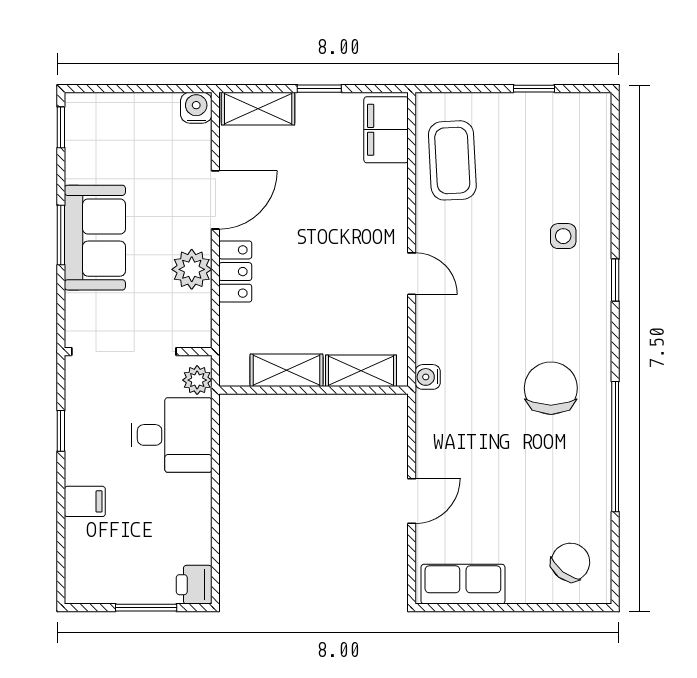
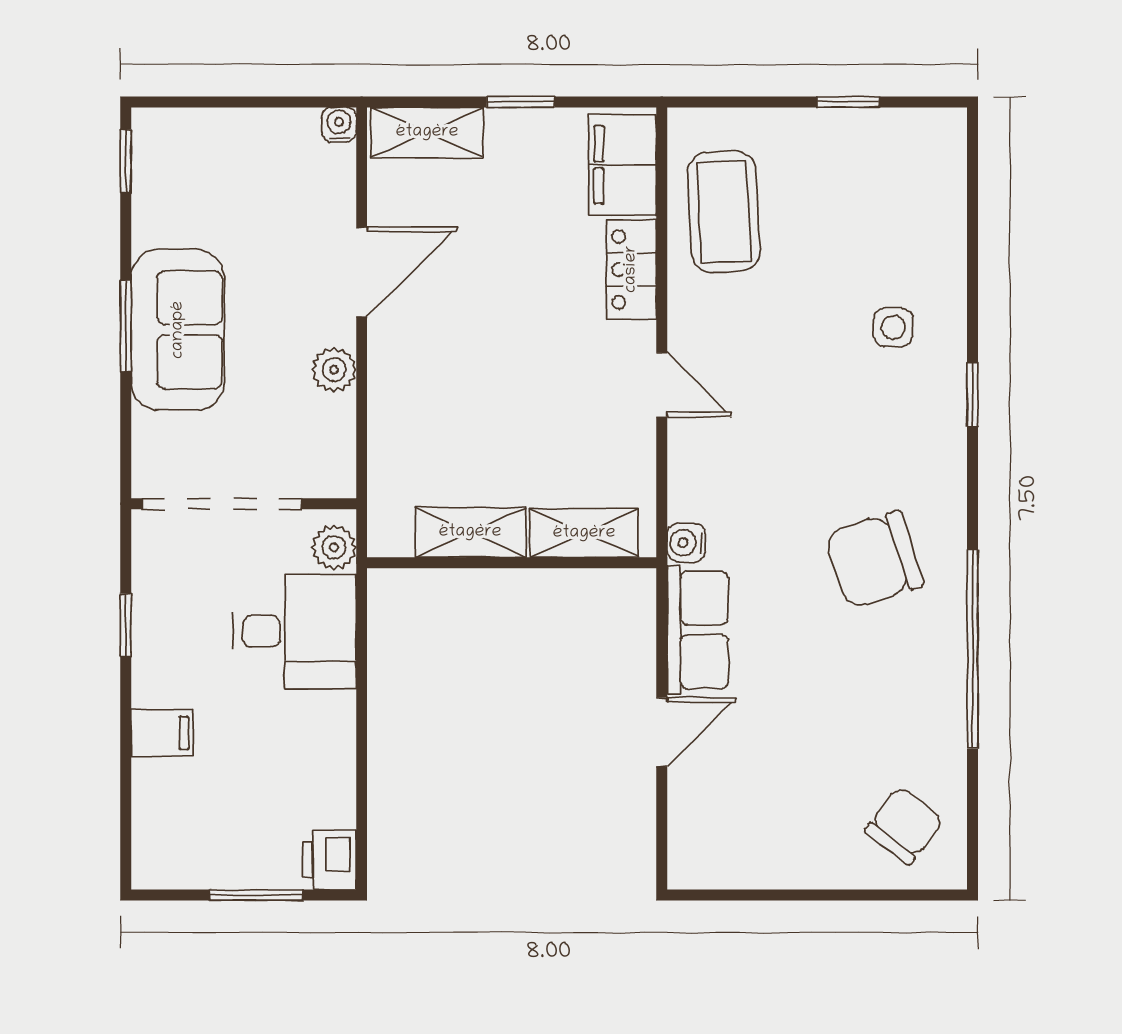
water cooler: (196, 108) -> (339, 125), width x0.72, depth x0.72
plant: (192, 269) -> (334, 370), width x0.73, depth x0.73
locker: (235, 272) -> (631, 269), moved, turned 180
chair: (551, 388) -> (874, 560), turned -108
row of seats: (463, 584) -> (698, 630), moved, turned 90

